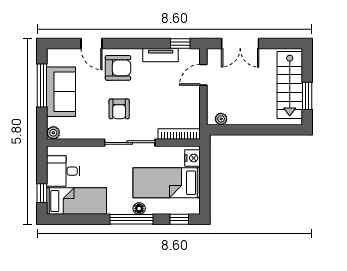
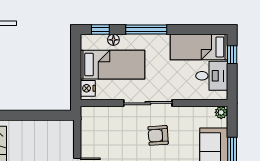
armchair: (119, 109) -> (158, 135), turned -94
plant: (221, 119) -> (60, 126), removed
bookcase: (179, 134) -> (101, 111), removed
floor lamp: (139, 209) -> (113, 40), moved

